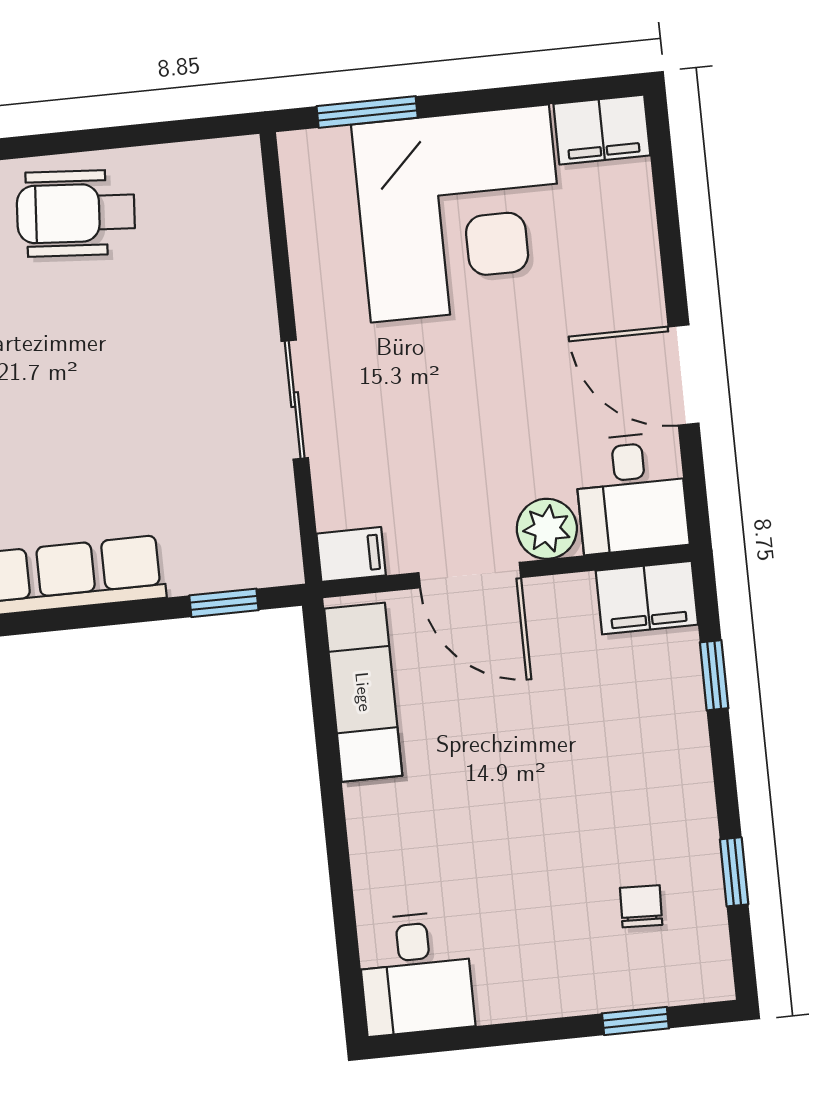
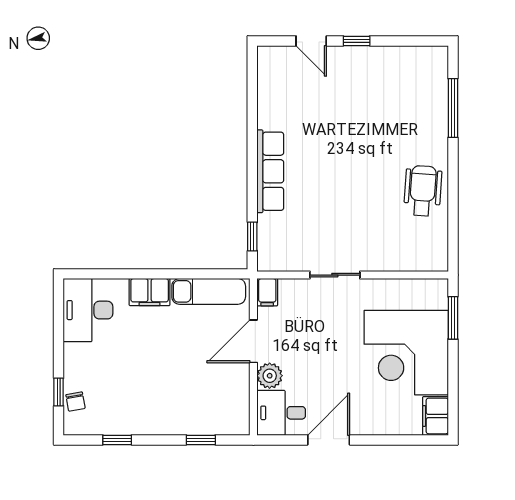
filing cabinet: (647, 598) -> (150, 292), moved, turned -90
chair: (641, 906) -> (75, 401), moved, turned 78
desk: (416, 973) -> (88, 310), width x1.37

